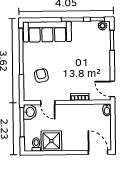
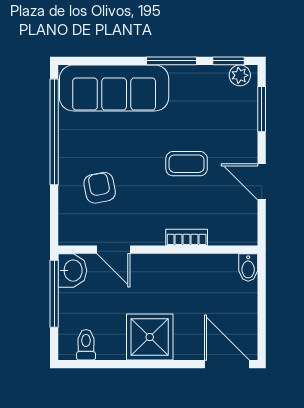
coffee table: (79, 65) -> (187, 164), added
door: (113, 89) -> (262, 182), moved
shower: (51, 141) -> (150, 337), moved

